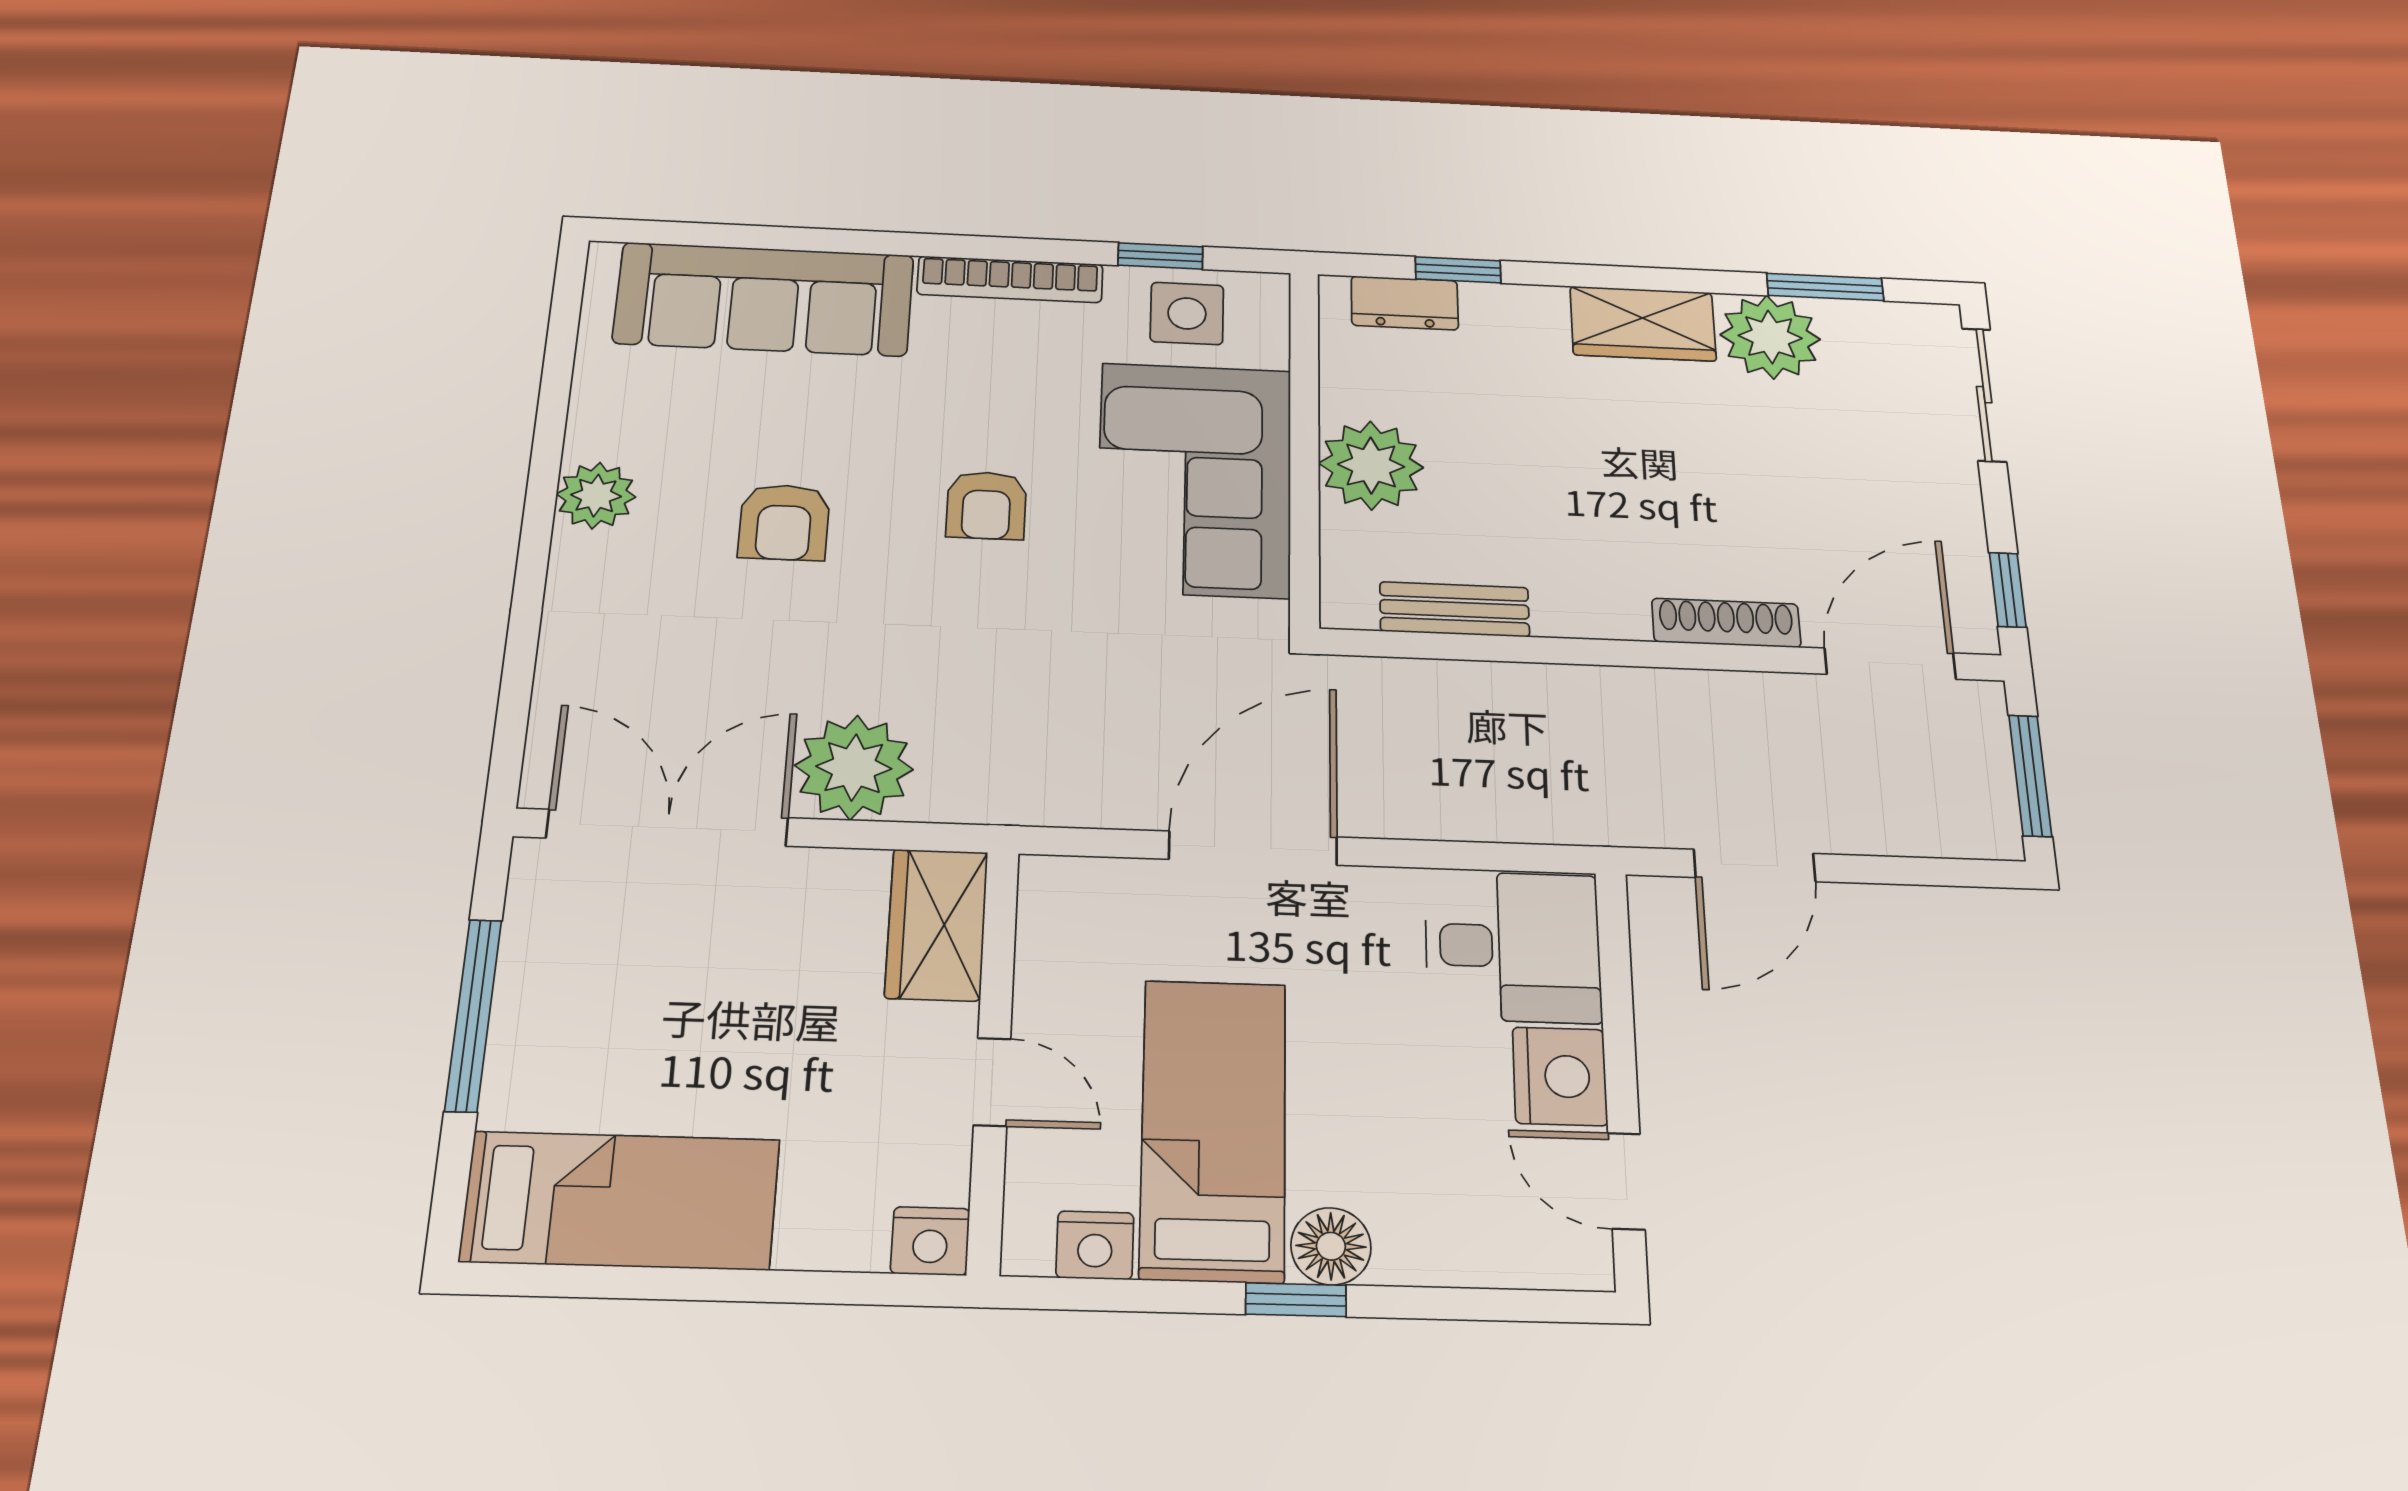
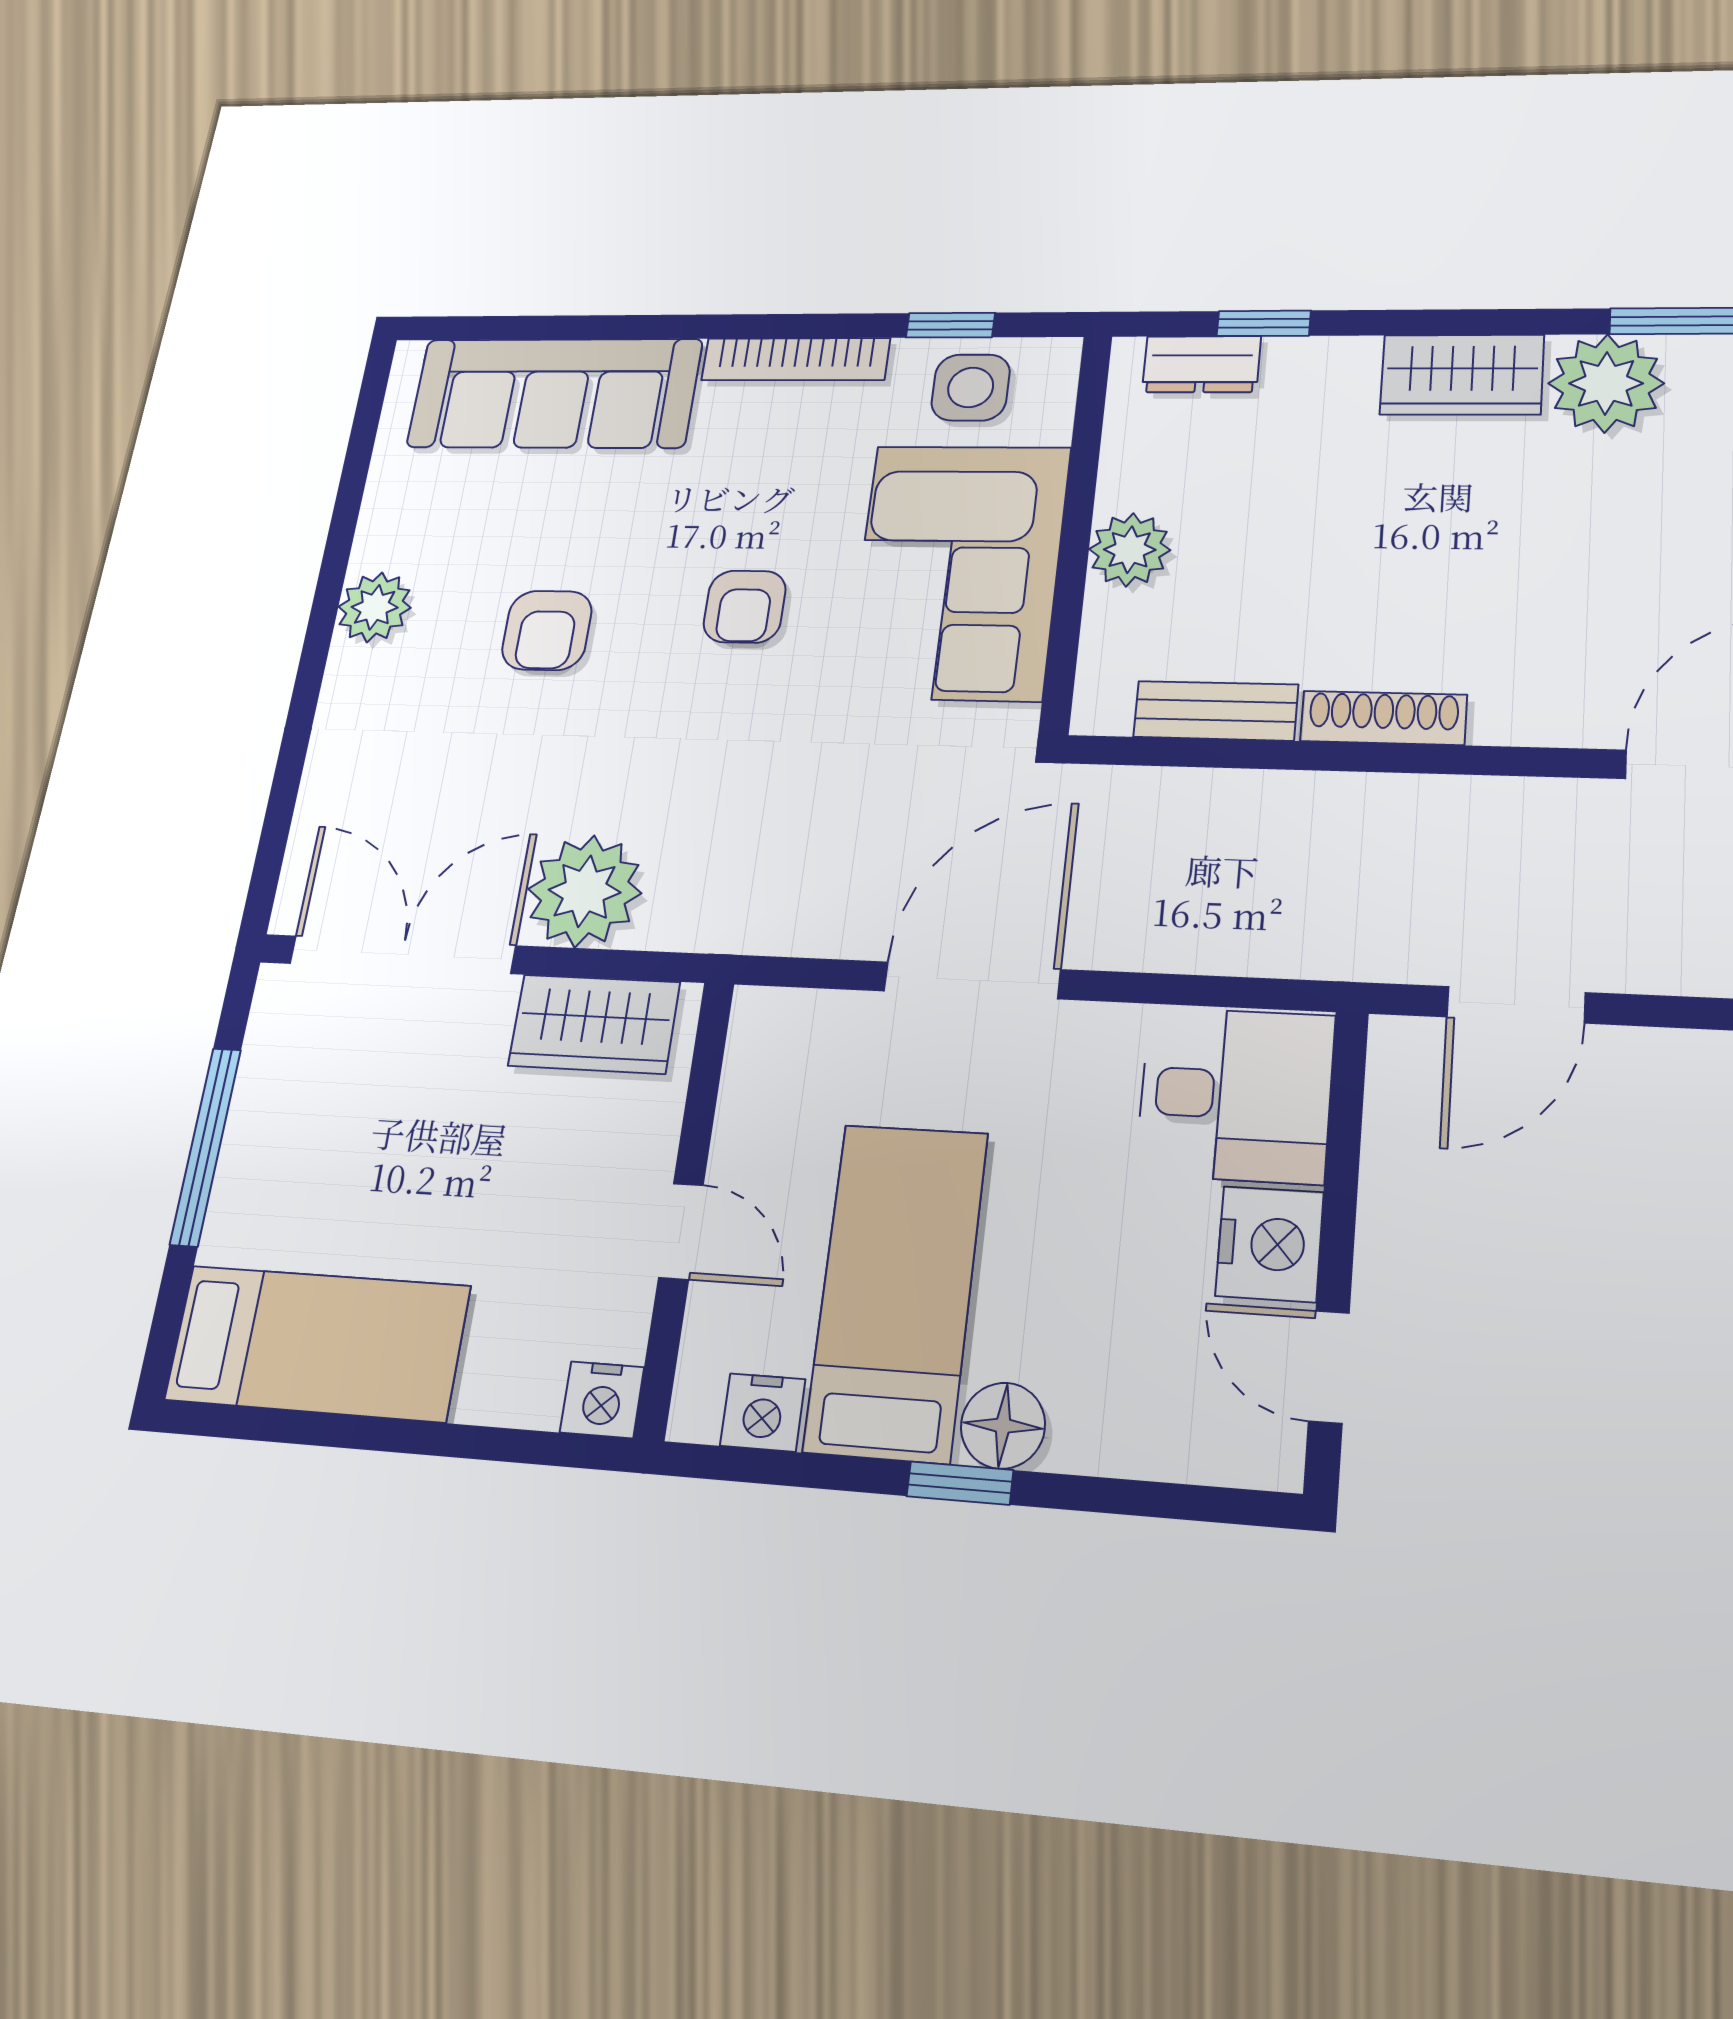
plant: (1371, 465) -> (1130, 550), width x0.73, depth x0.73
shoe rack: (1726, 623) -> (1383, 718), moved
wardrobe: (937, 925) -> (594, 1024), moved, turned -90

